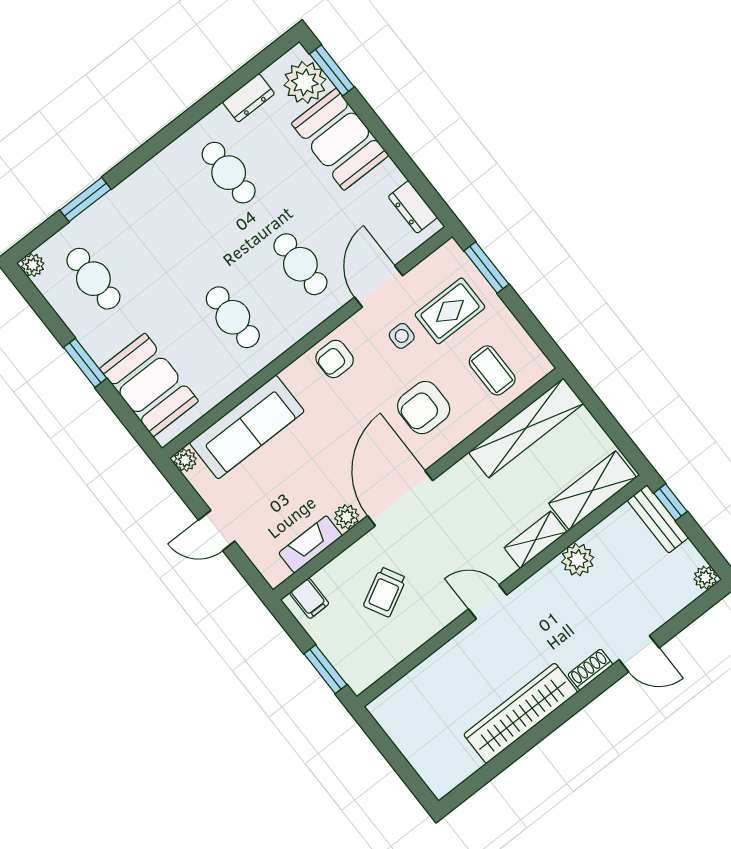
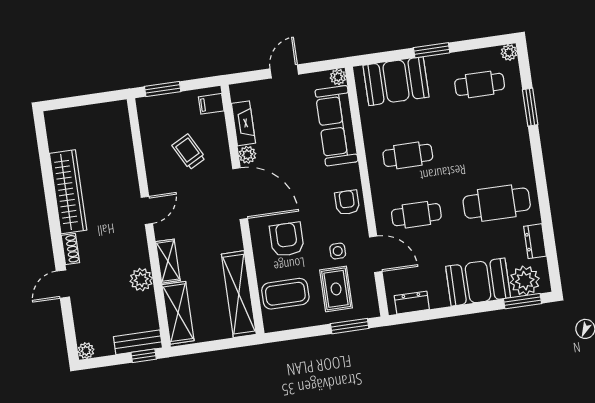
cafe table: (229, 173) -> (497, 203), width x1.37, depth x1.35
coffee table: (492, 370) -> (285, 294), width x1.36, depth x1.30

